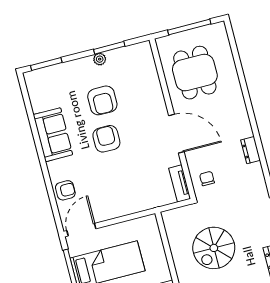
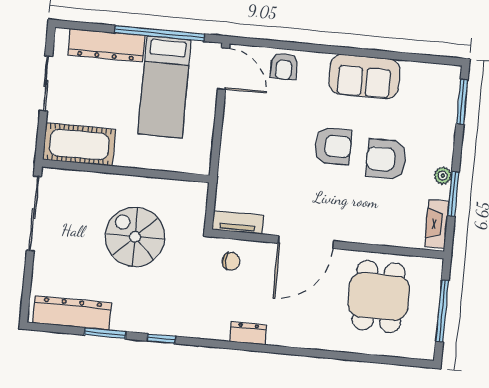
fireplace: (133, 51) -> (437, 224), added
dining table: (195, 73) -> (379, 296), turned 90

